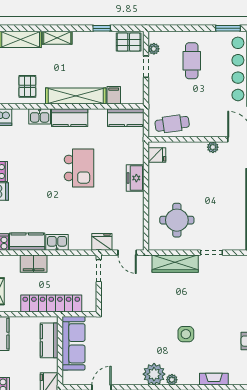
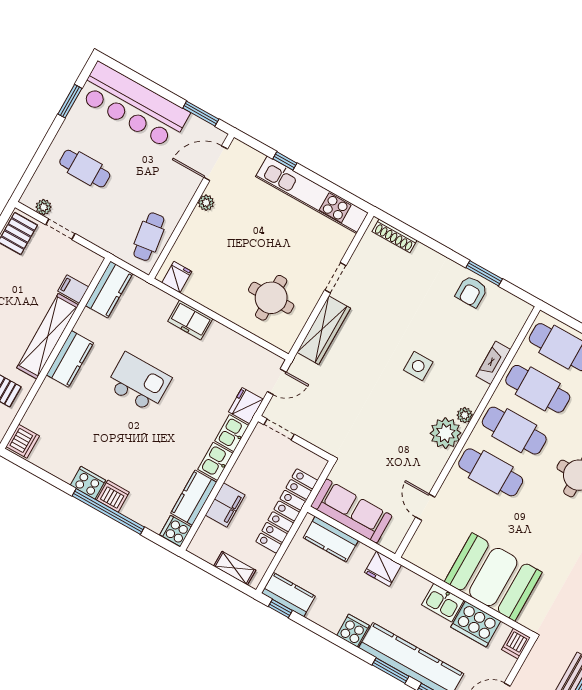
kitchen sink: (40, 116) -> (232, 433), moved, turned 180

